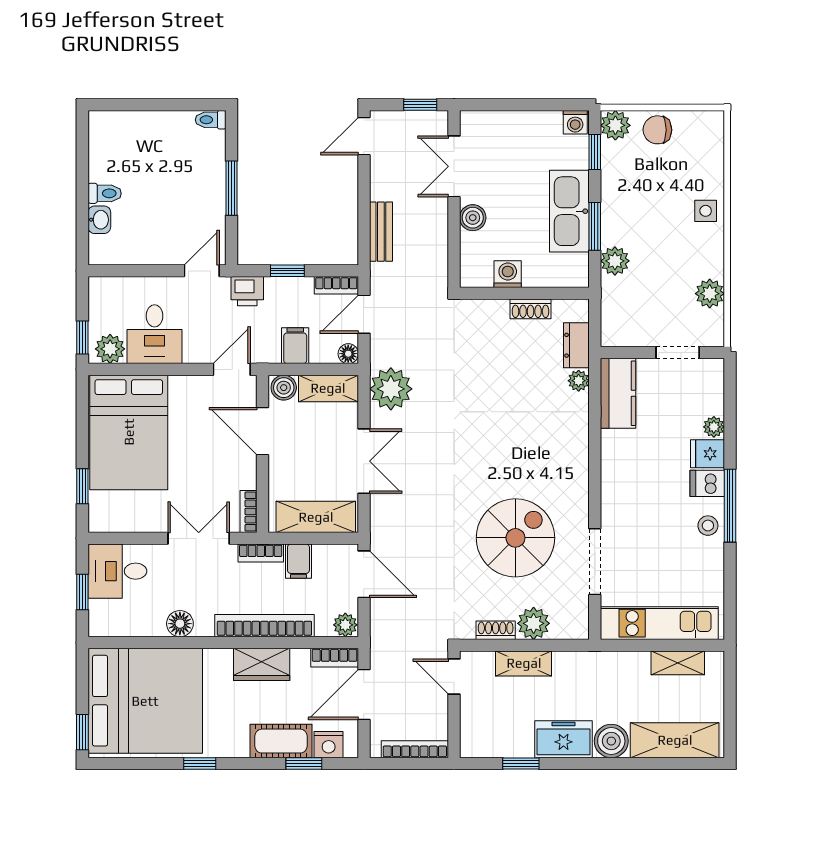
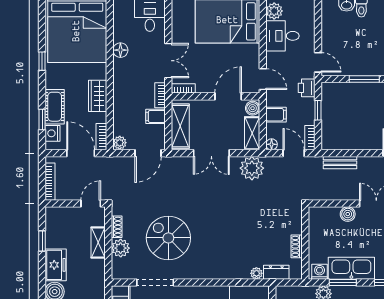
washing machine: (508, 274) -> (320, 272), moved, turned -90
spiral stairs: (515, 538) -> (168, 238), turned 180
bookcase: (264, 626) -> (119, 97), removed

